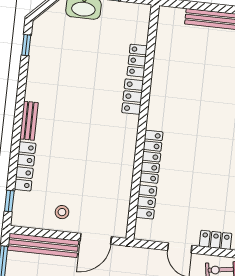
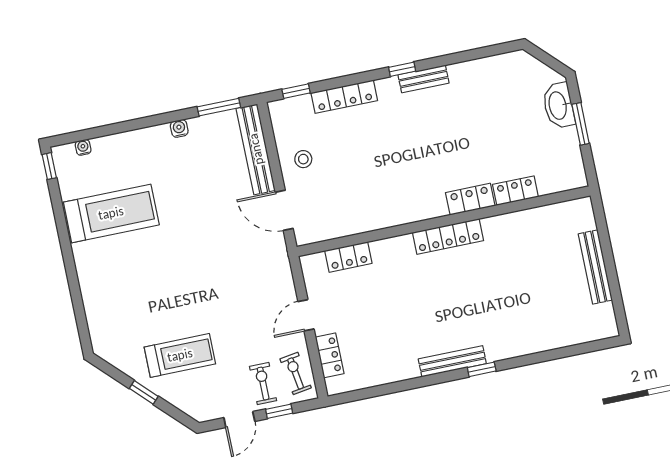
window: (26, 45) -> (402, 69), moved
bench: (29, 121) -> (423, 79), moved
locker: (151, 157) -> (448, 236), moved

